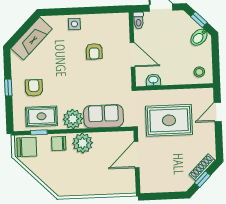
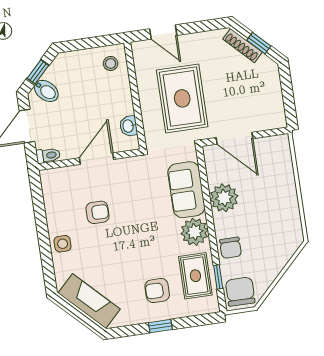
bidet: (199, 37) -> (46, 91), moved
plant: (83, 143) -> (224, 198), moved

